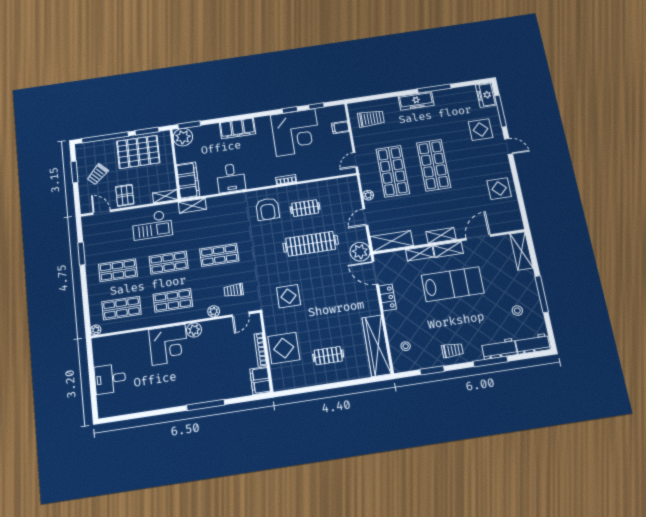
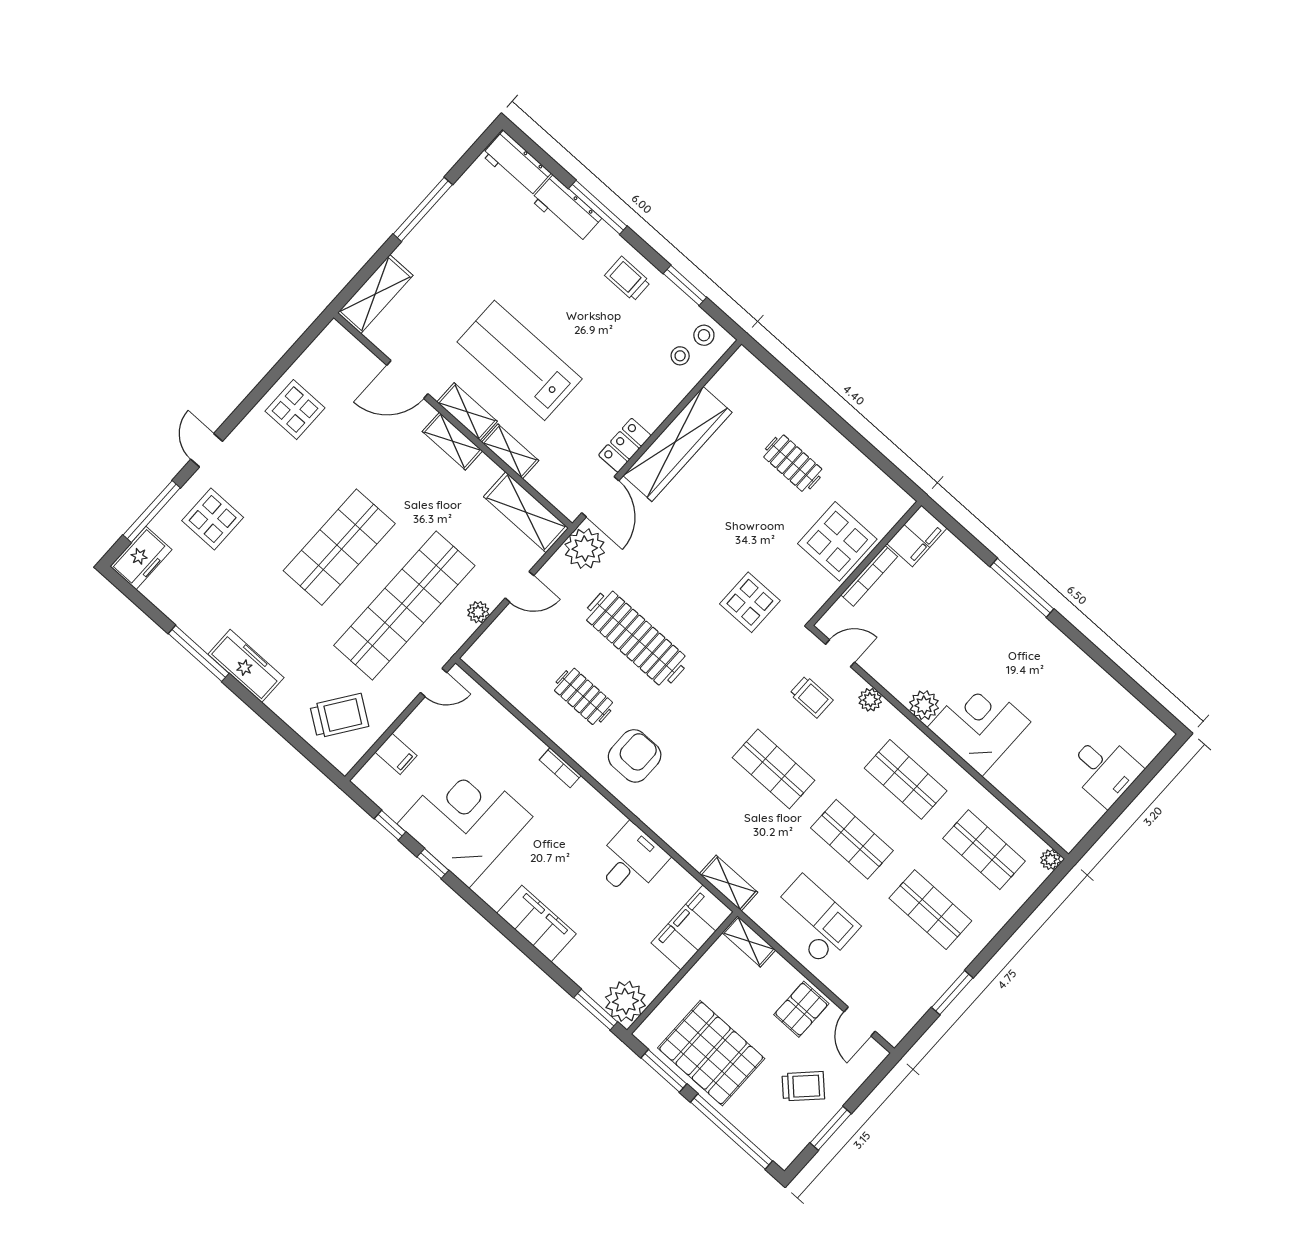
trolley: (371, 119) -> (339, 716), turned 125
shop shelf: (393, 171) -> (404, 606), width x1.40
stool: (517, 311) -> (704, 335), moved
wardrobe: (377, 346) -> (677, 444), moved

